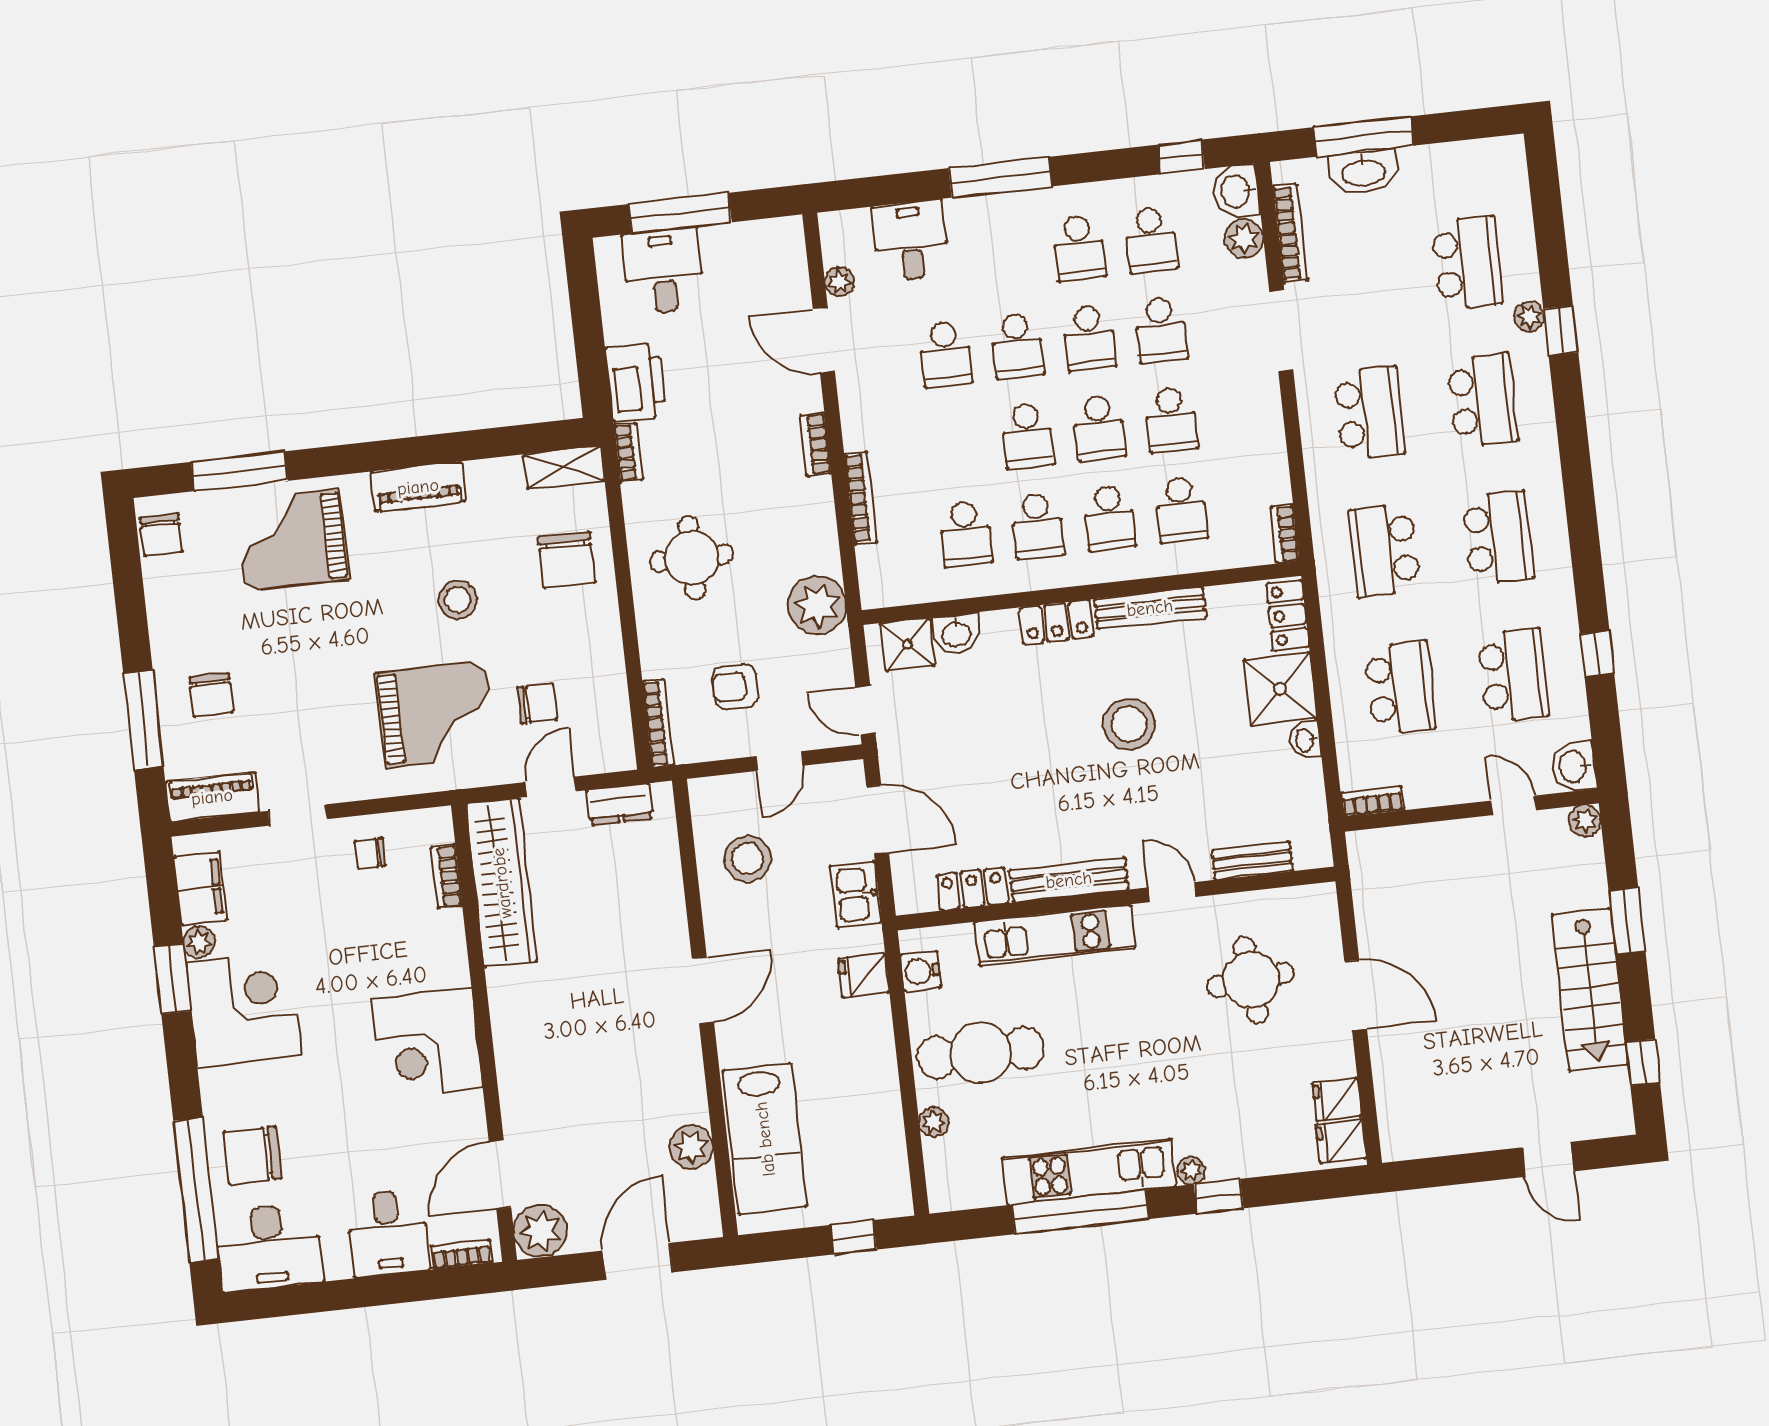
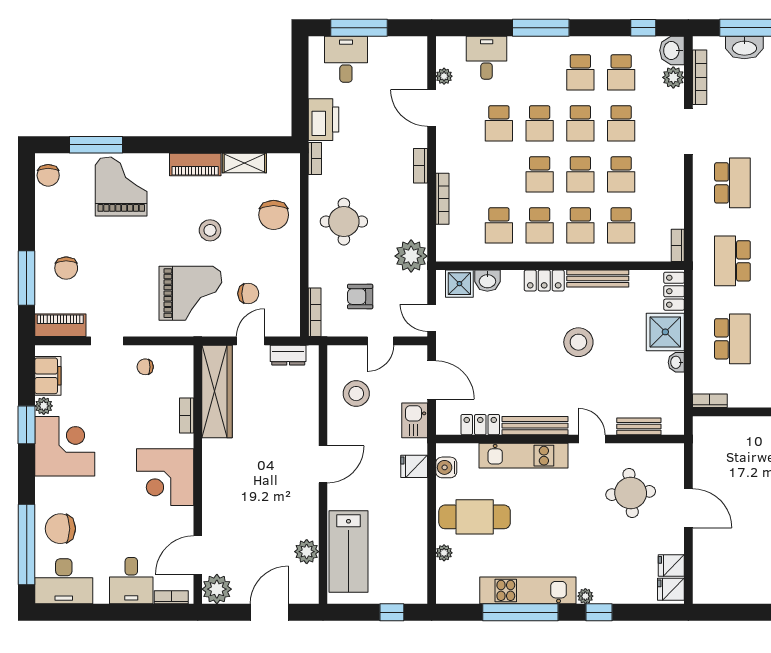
shelving: (564, 467) -> (244, 163), moved
grand piano: (292, 540) -> (121, 187), turned 90
bookcase: (447, 876) -> (187, 415), moved

